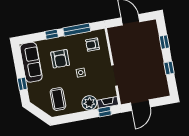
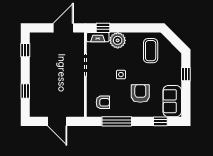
window: (52, 34) -> (160, 121), moved
sofa: (31, 62) -> (172, 101), width x0.73
window: (169, 68) -> (25, 50), moved

